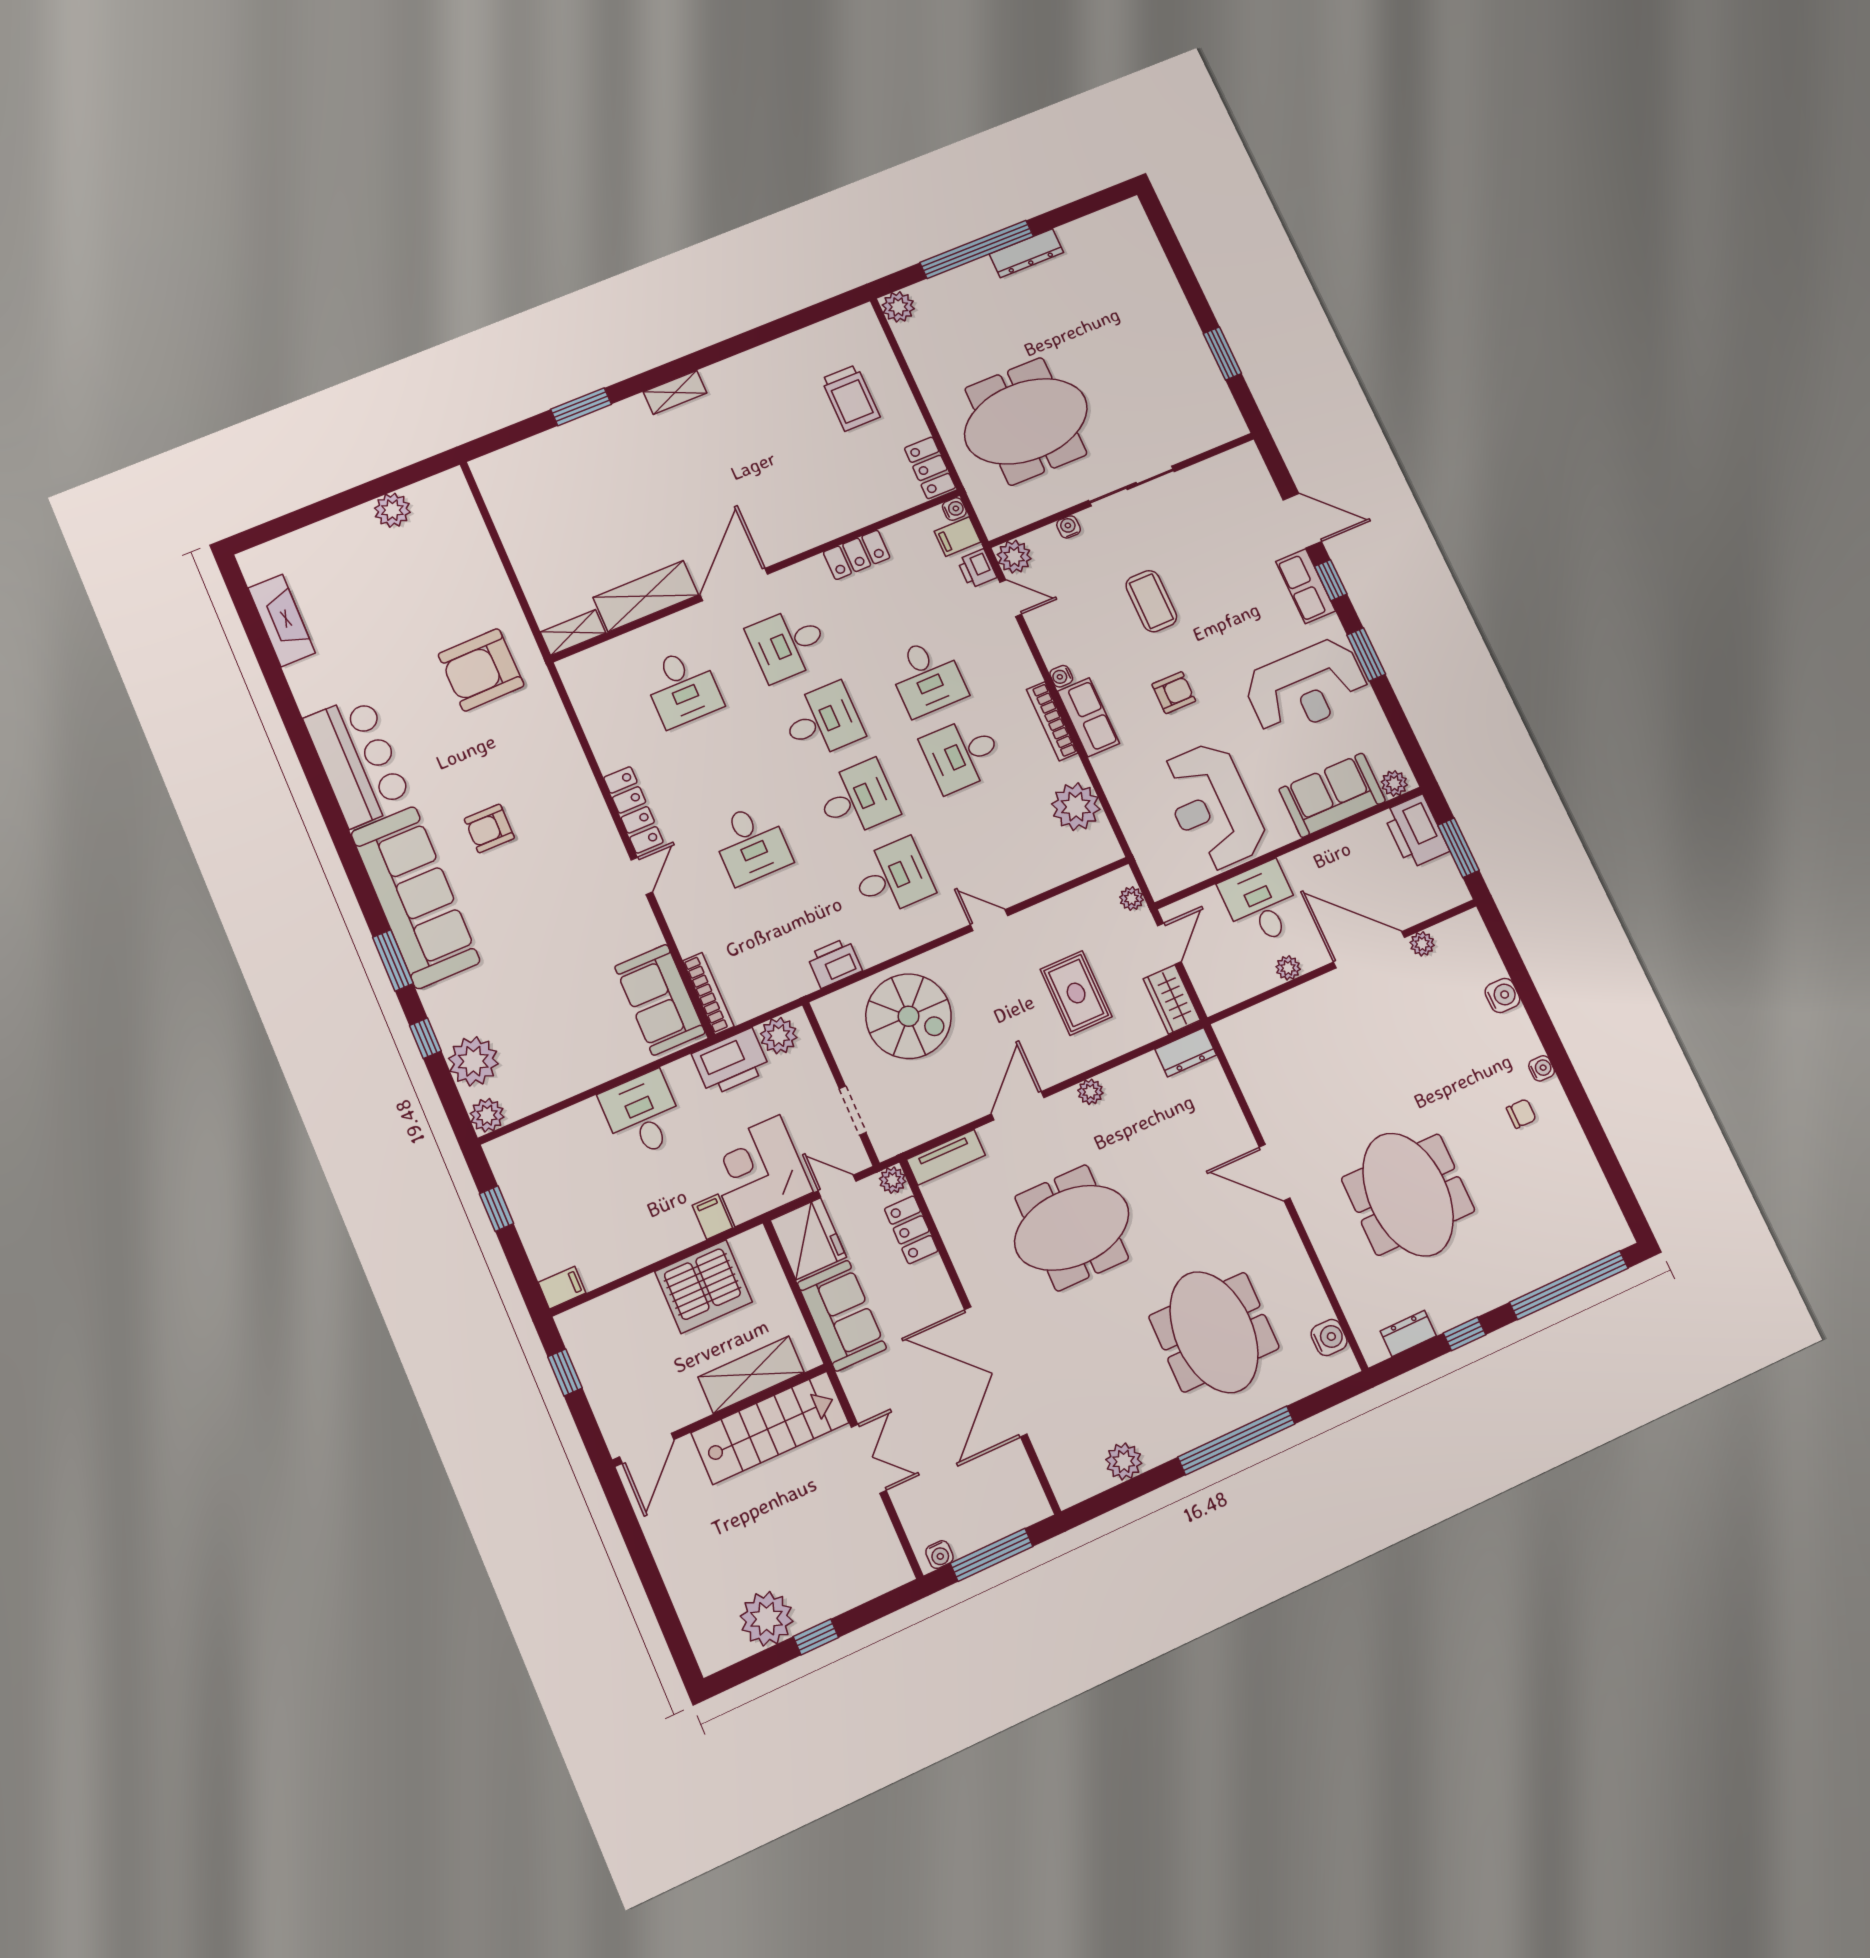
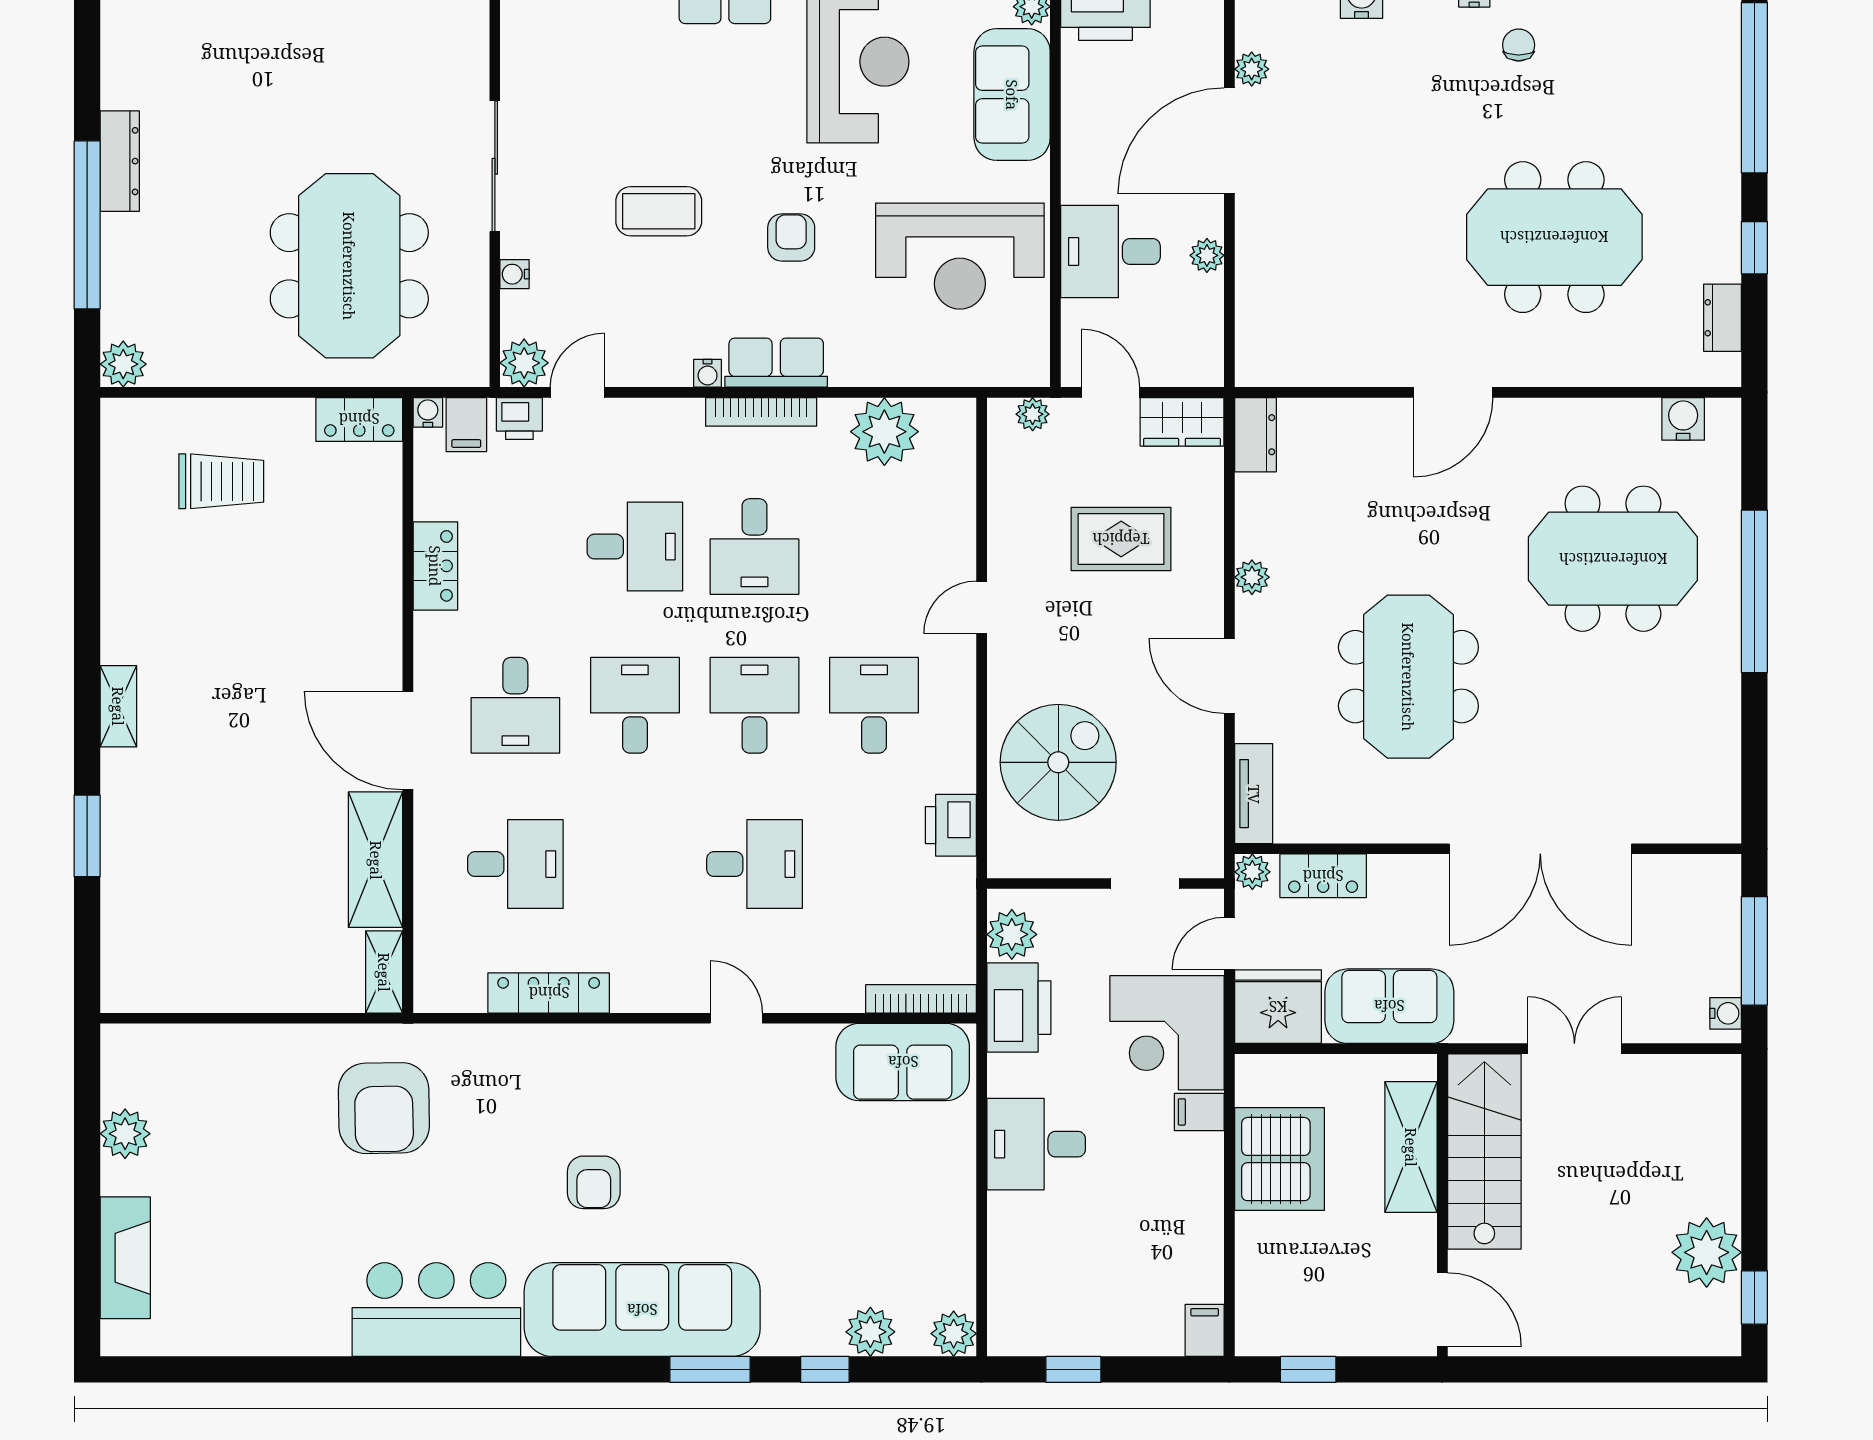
fireplace: (282, 620) -> (125, 1258), moved, turned 90
locker: (633, 810) -> (549, 993), moved
plant: (473, 1061) -> (870, 1332), width x0.73, depth x0.73
plant: (1124, 1461) -> (1717, 741), removed
window: (816, 1637) -> (1754, 1297), moved

